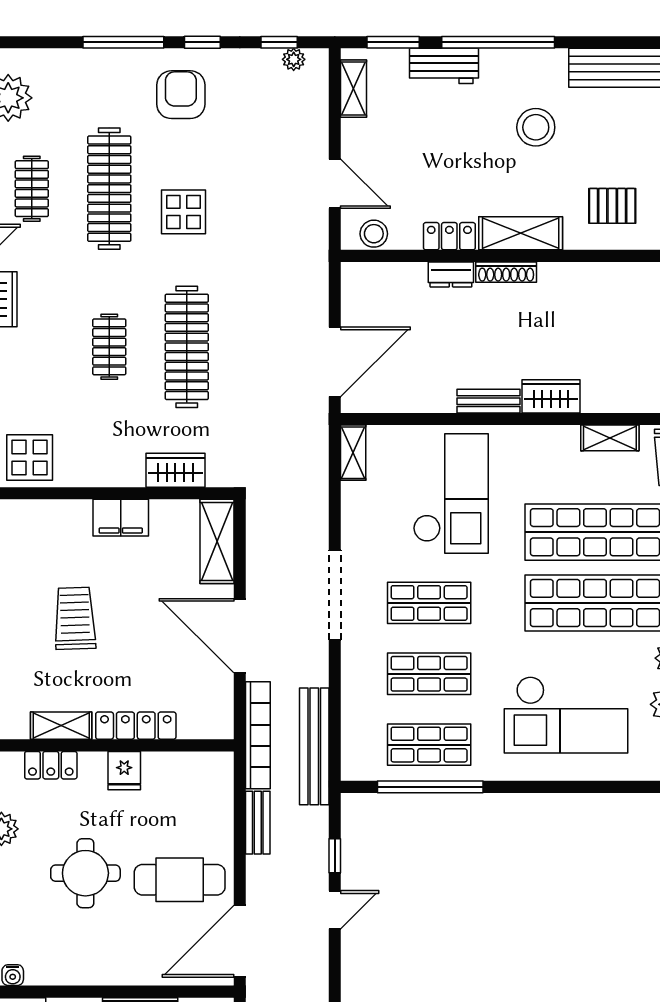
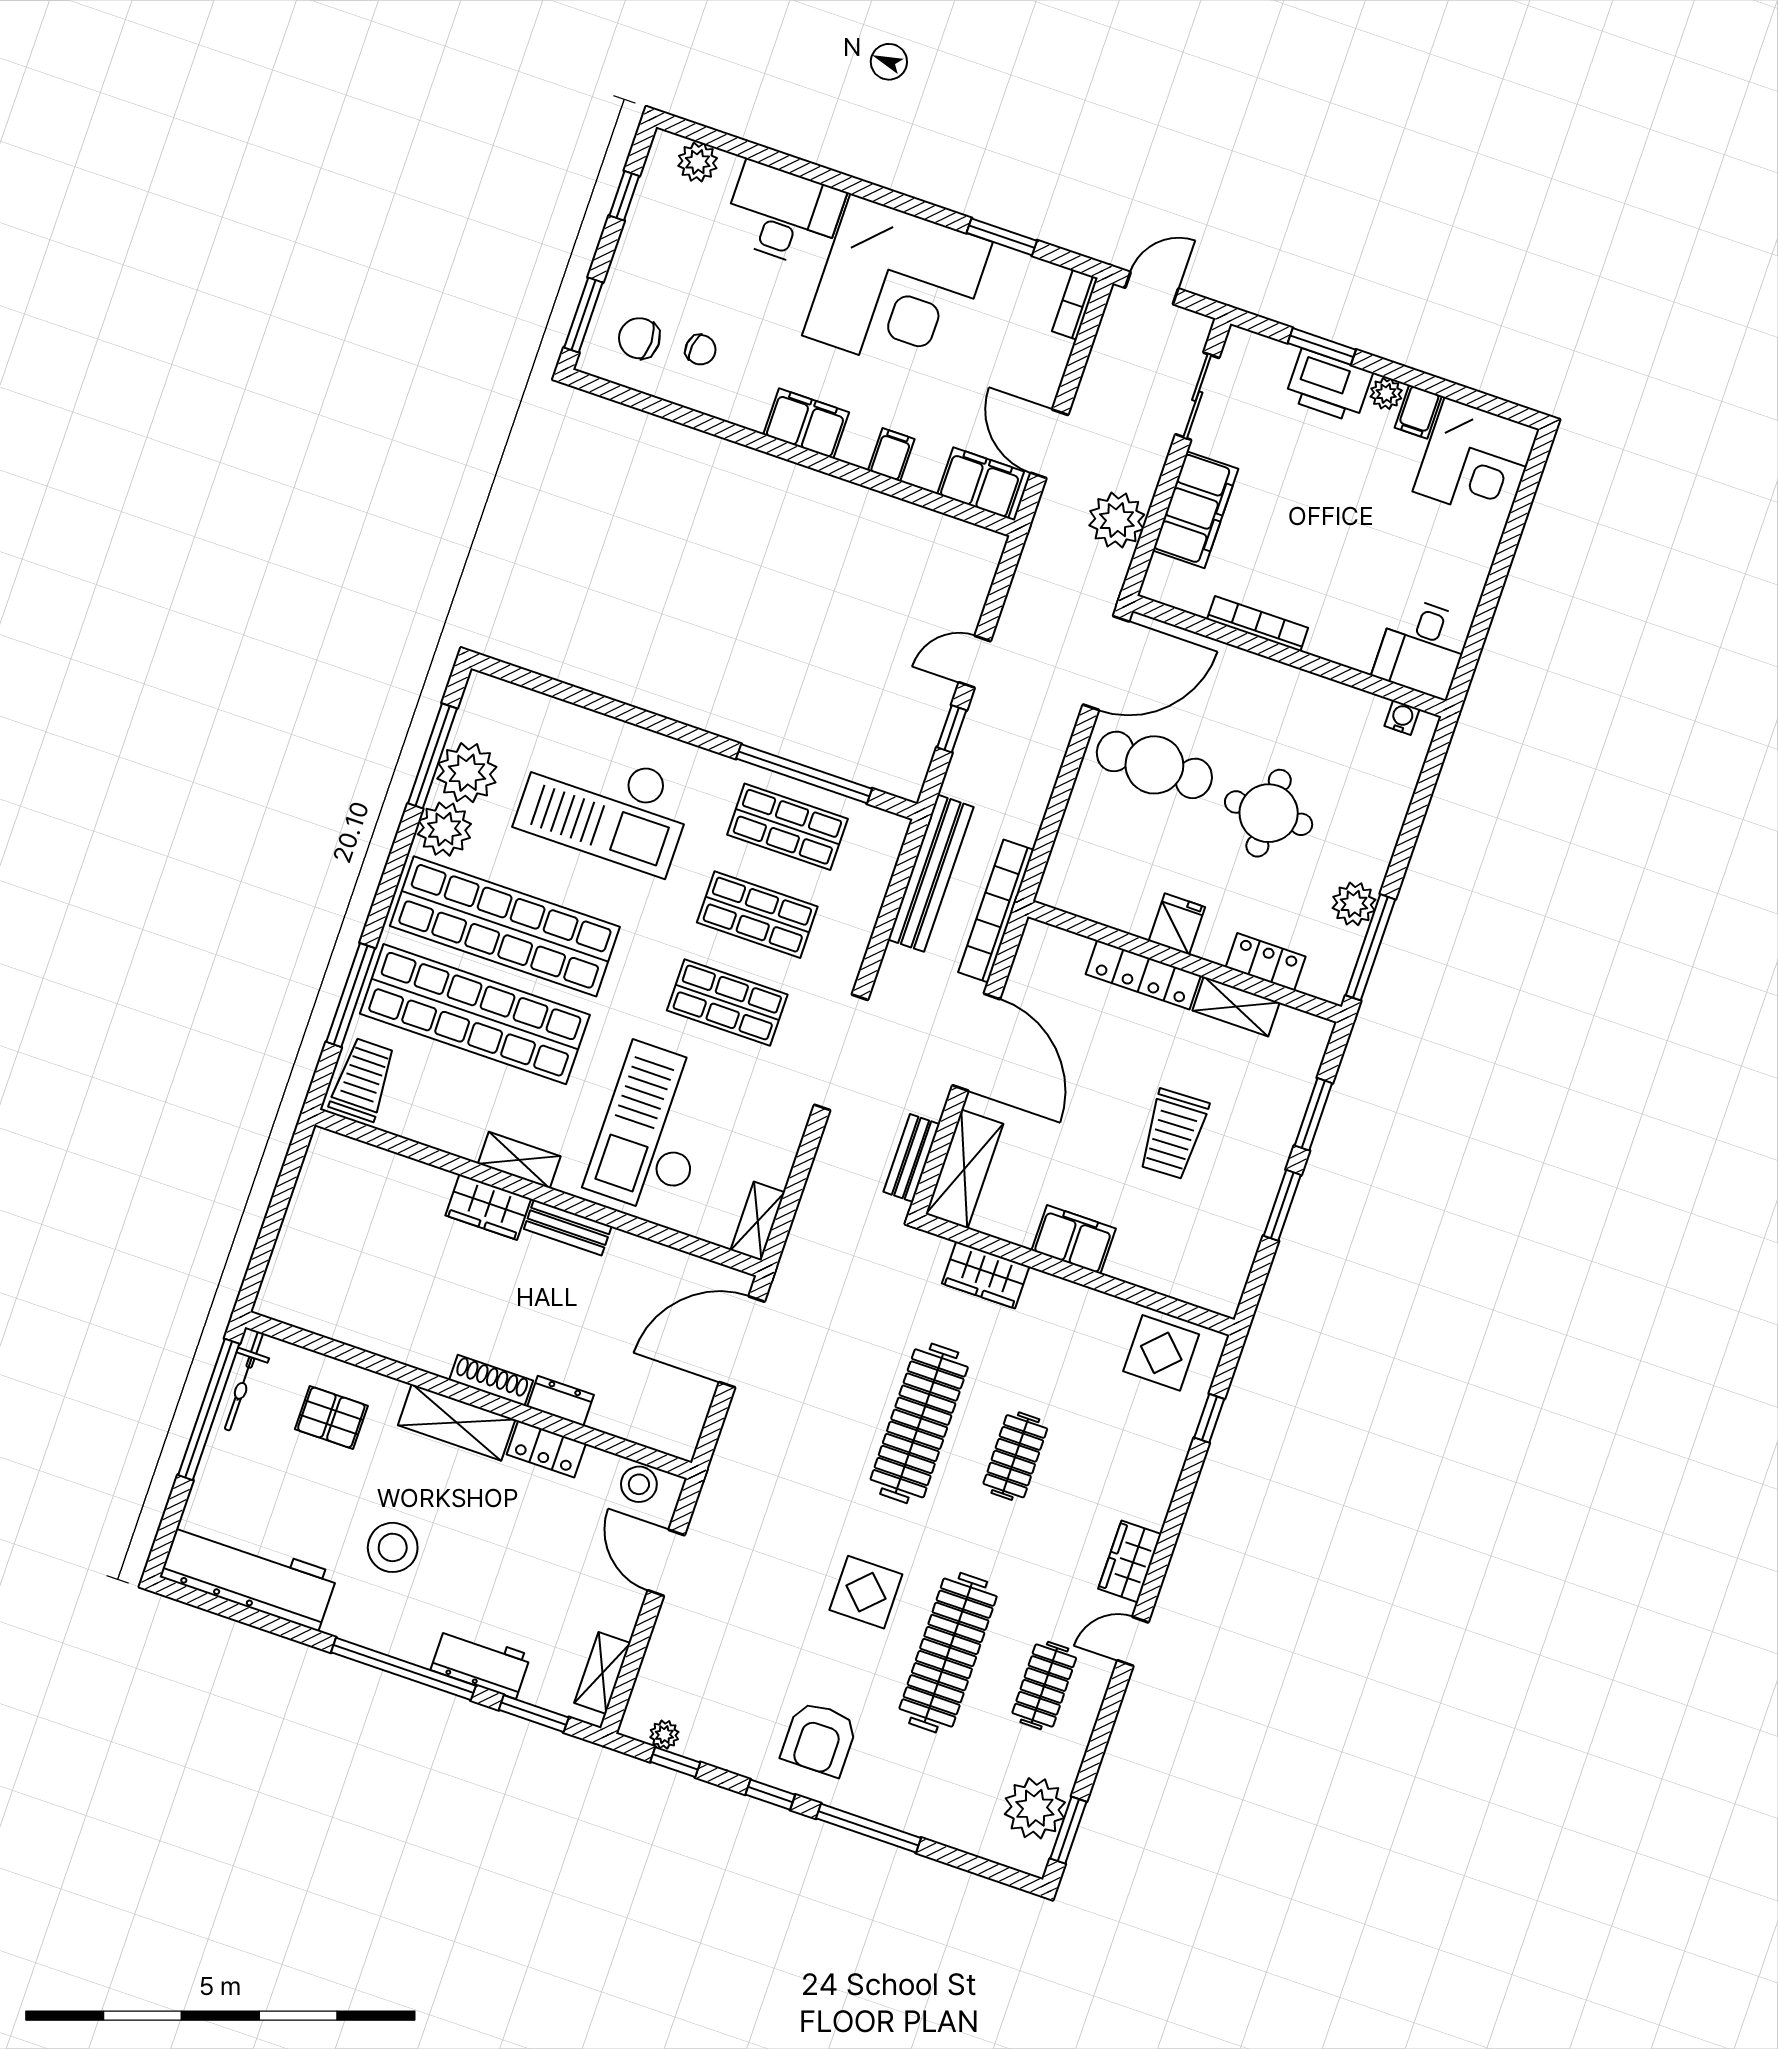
shelving: (610, 438) -> (519, 1160), moved
checkout: (566, 715) -> (605, 806), turned 180
bench: (258, 823) -> (912, 1158), moved

